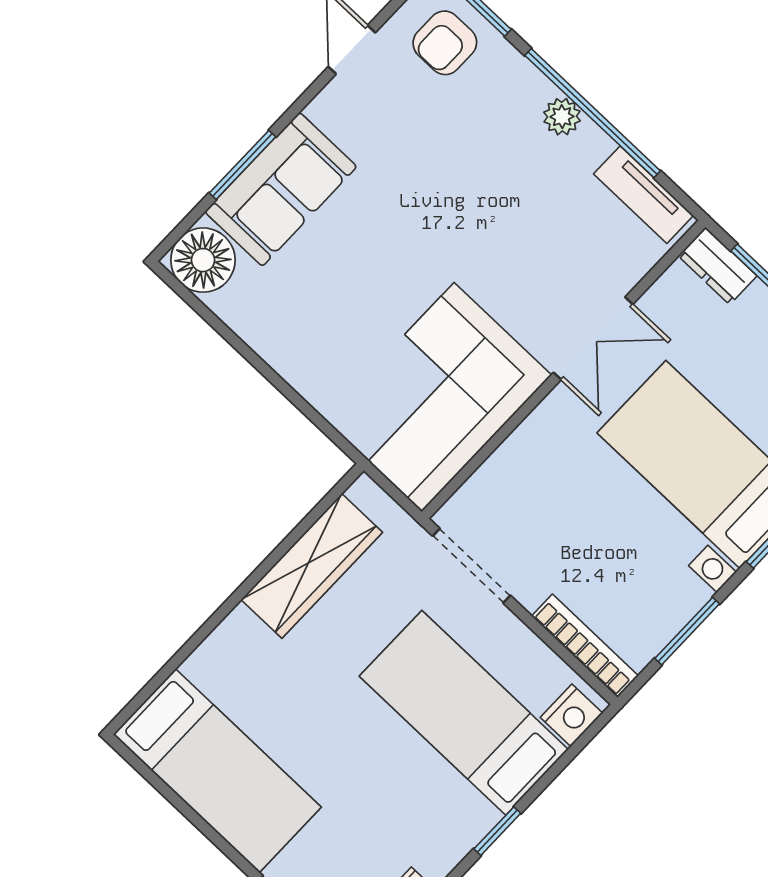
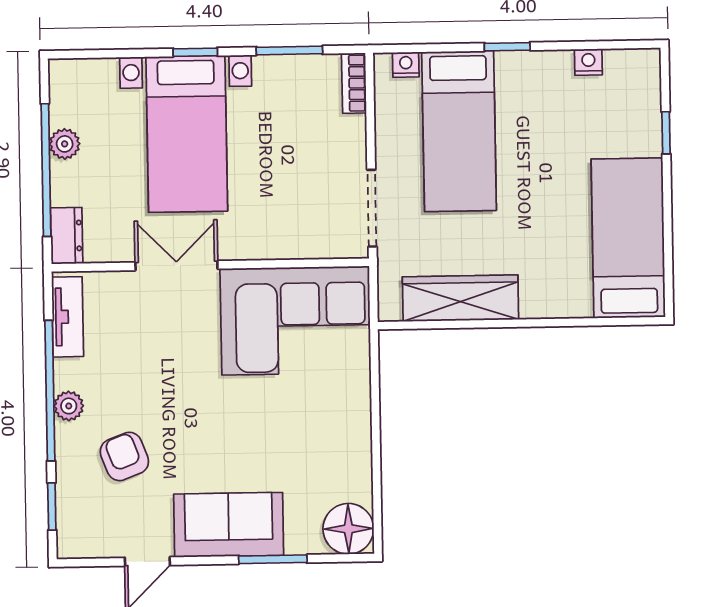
armchair: (445, 43) -> (124, 456), moved, turned -111
sofa: (281, 189) -> (229, 525), moved
bookcase: (585, 646) -> (354, 83), width x0.64
nightstand: (571, 715) -> (406, 65), width x0.72, depth x0.74

